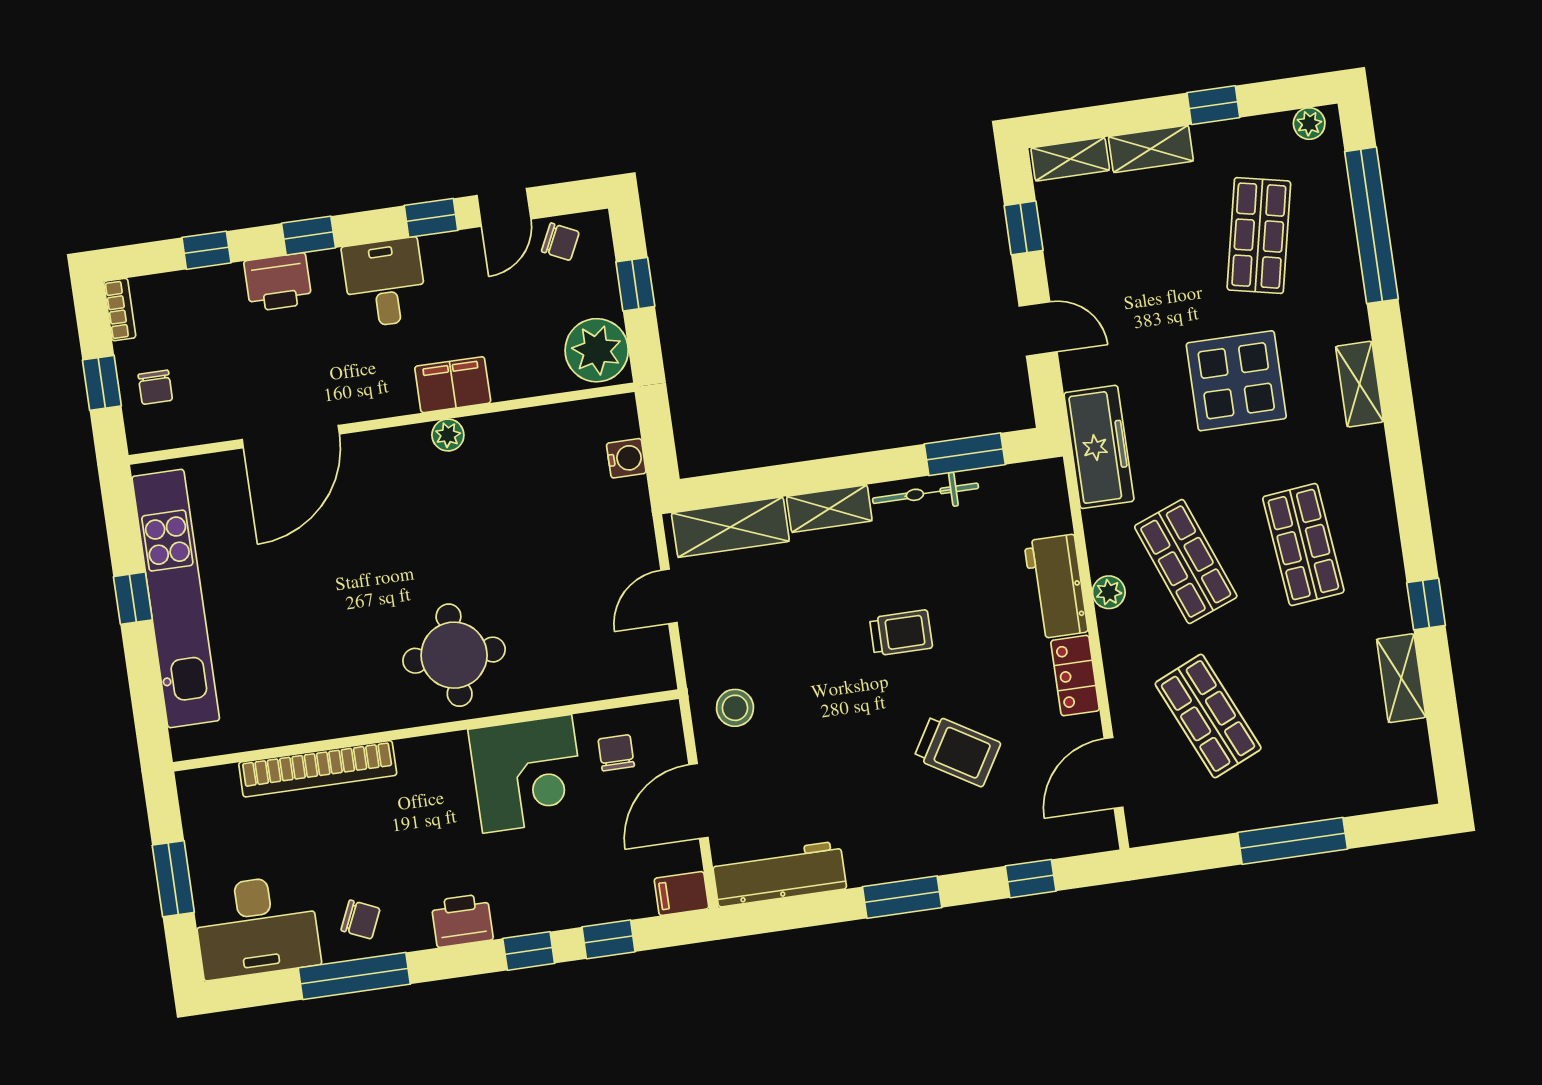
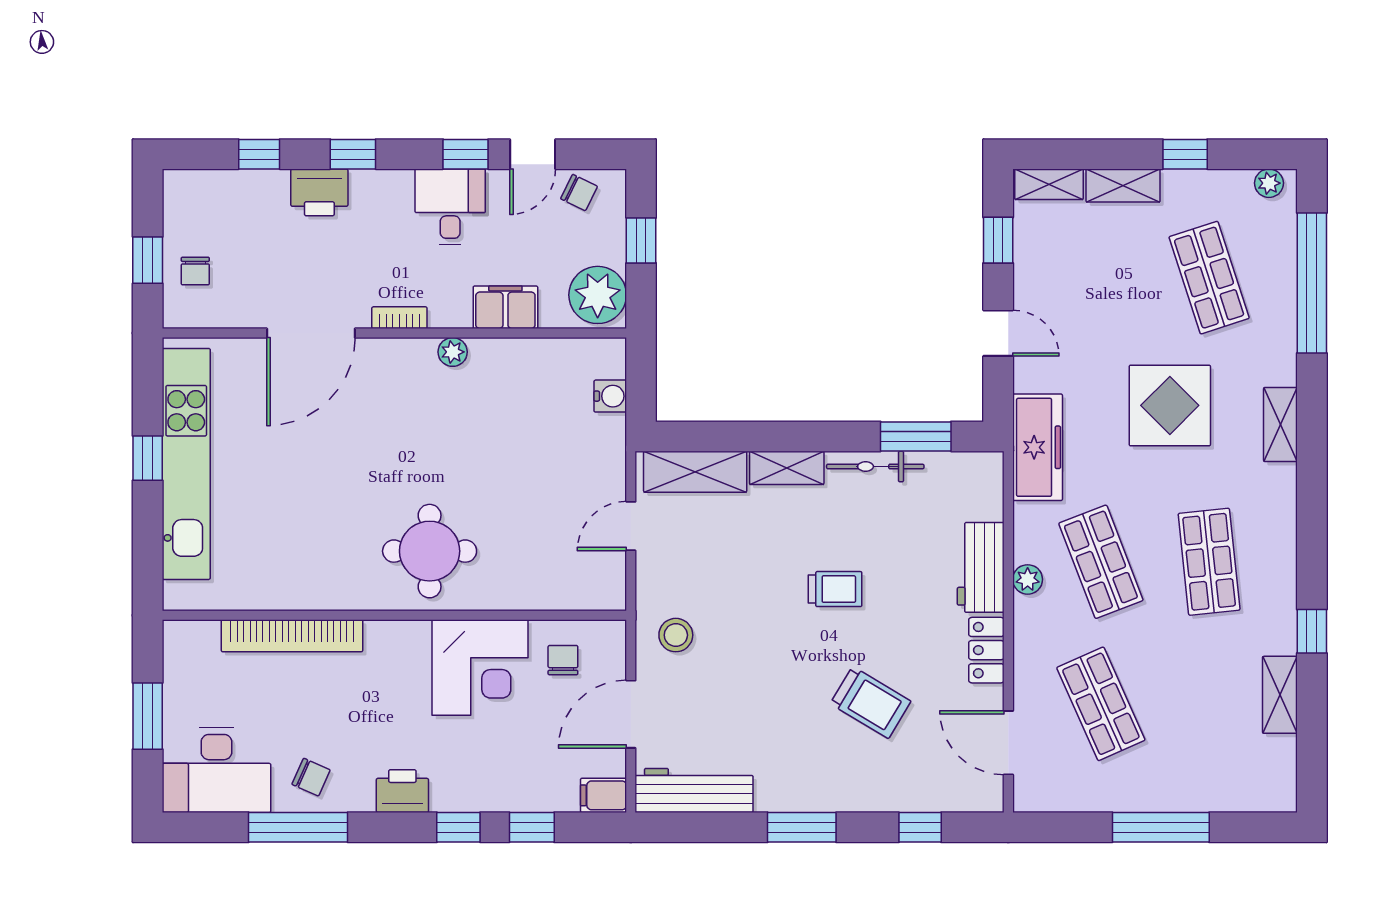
shop shelf: (1259, 236) -> (1209, 278), turned -30
desk: (385, 283) -> (450, 207), moved
bookcase: (120, 310) -> (399, 318), moved, turned -90
filing cabinet: (453, 385) -> (505, 307), moved
door: (1113, 773) -> (1008, 743), hinge flipped

